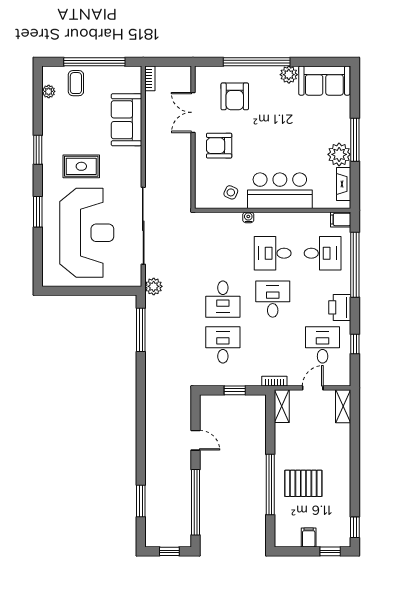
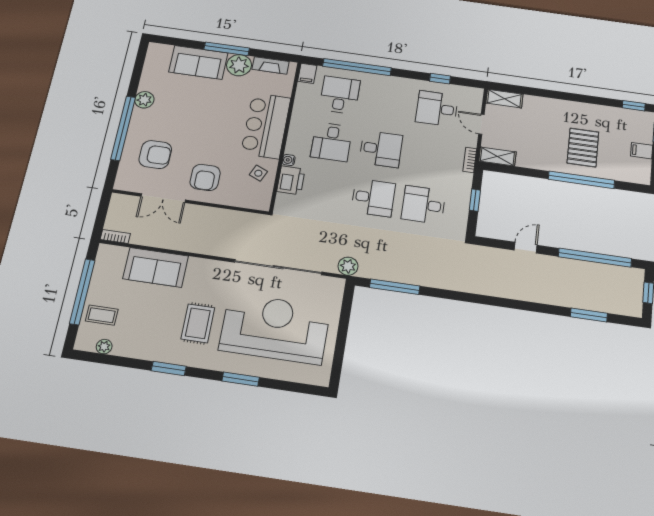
sofa: (324, 81) -> (198, 62), moved, turned 90
desk: (273, 299) -> (381, 149), turned 180
printer: (340, 307) -> (291, 180), moved, turned -90

